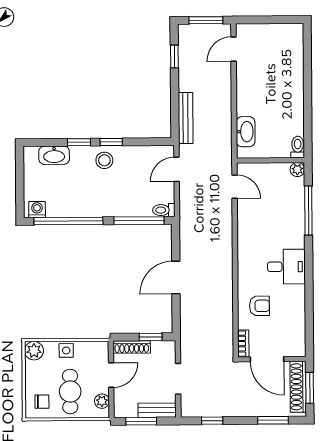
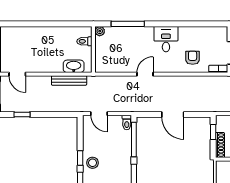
bench: (186, 118) -> (69, 80), moved
toilet: (298, 147) -> (84, 41), moved
door: (235, 187) -> (145, 74), moved

